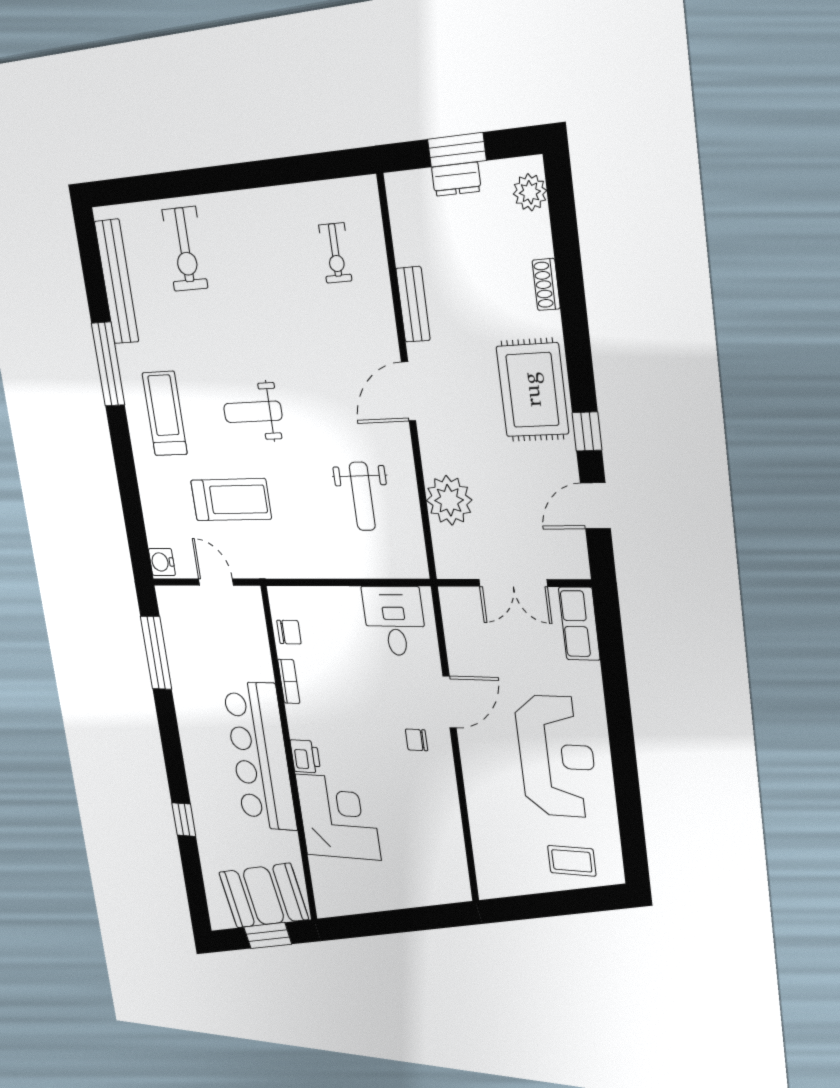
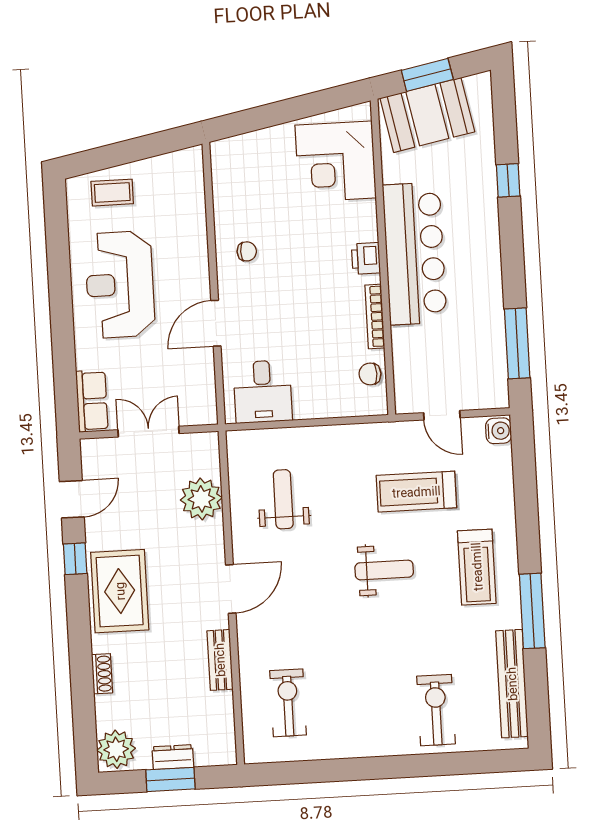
plant: (530, 192) -> (116, 749), width x1.36, depth x1.36
exercise bike: (335, 253) -> (288, 703), width x1.38, depth x1.39
bookcase: (289, 681) -> (375, 316), width x1.56
chair: (416, 740) -> (247, 251), moved
corner desk: (338, 817) -> (336, 162), moved

